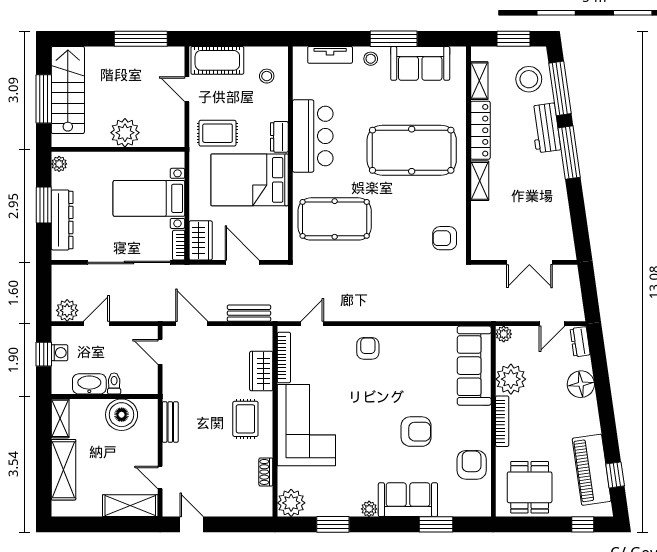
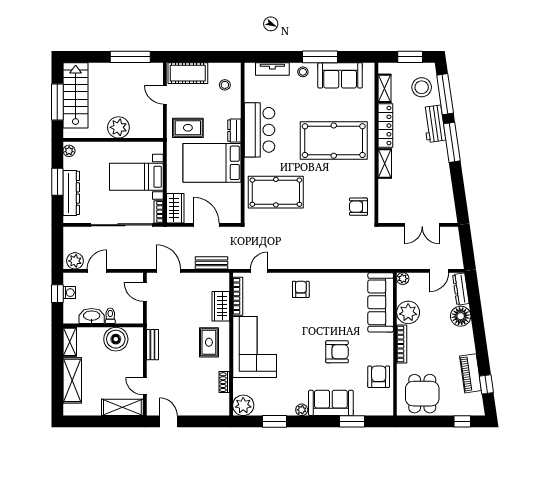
dresser: (580, 342) -> (461, 289), width x1.44
piano: (592, 470) -> (471, 373), width x0.73, depth x0.75

